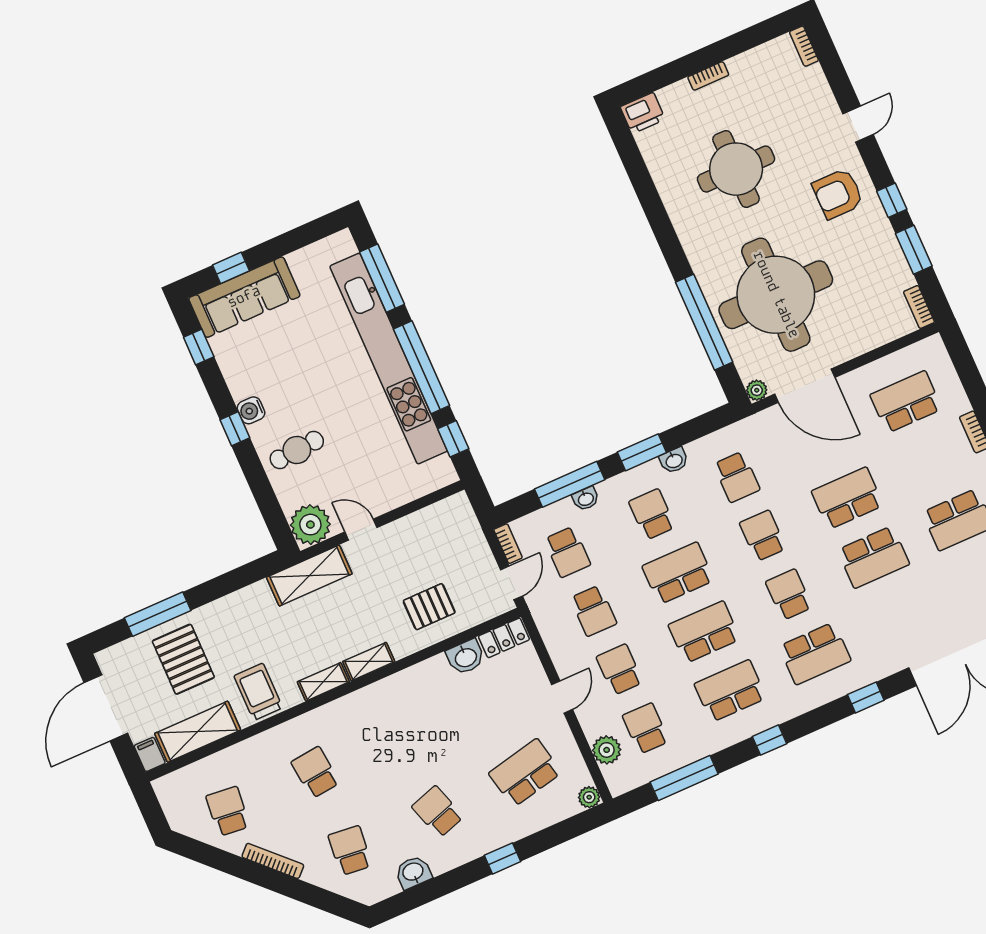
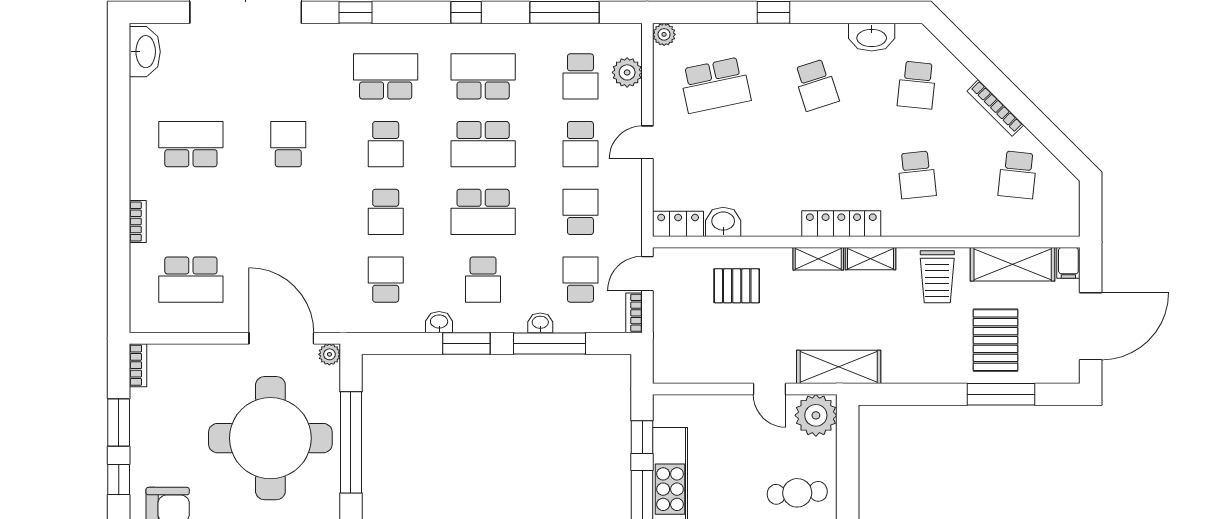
school desk: (847, 498) -> (288, 212), removed
school desk: (873, 557) -> (288, 144), width x0.54
school desk: (730, 691) -> (483, 76), turned 180
locker: (362, 701) -> (841, 224), added
washbasin: (413, 872) -> (872, 37), width x1.38

